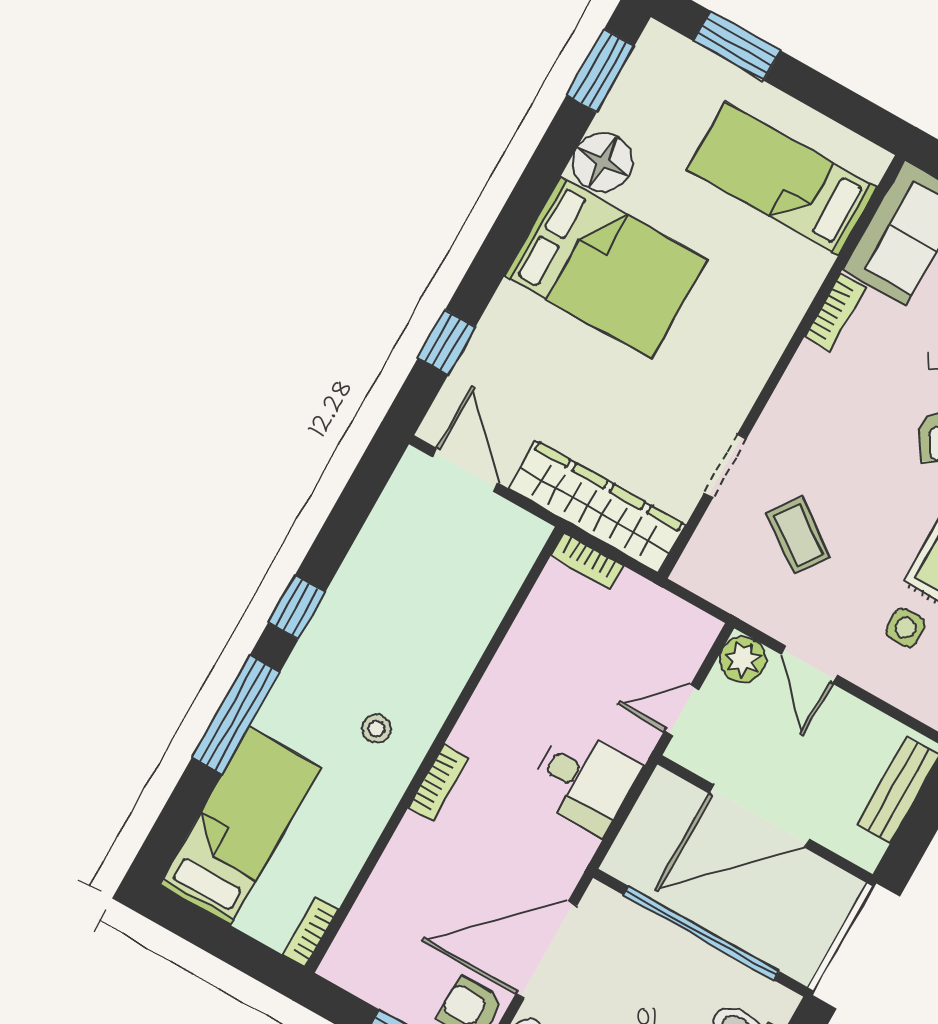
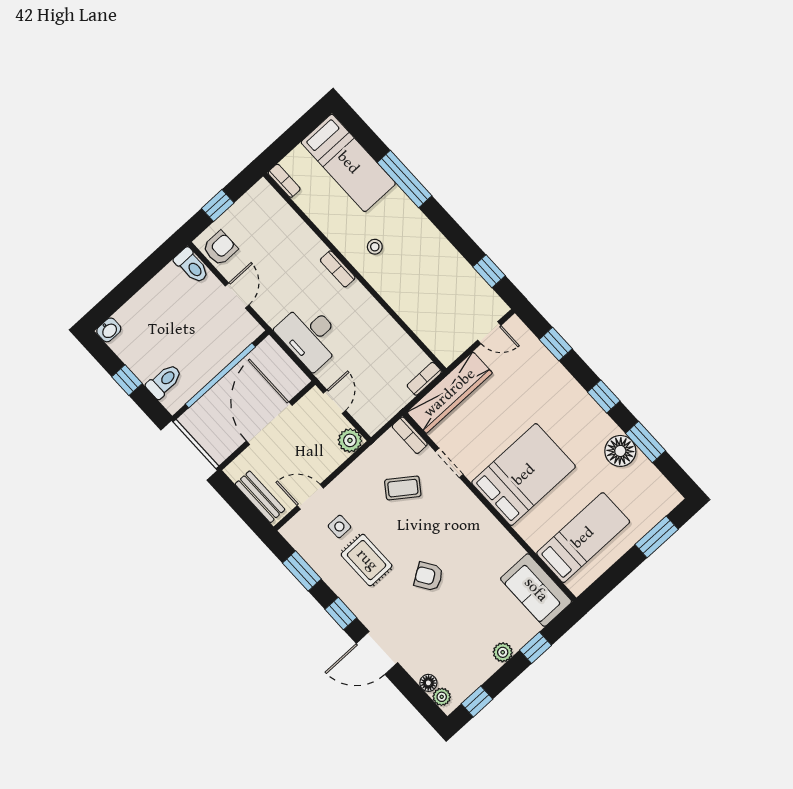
window: (600, 71) -> (645, 442), moved
window: (513, 225) -> (604, 396), added
bed: (606, 268) -> (524, 475), moved, turned 180
bookcase: (835, 312) -> (410, 435), moved
door: (465, 470) -> (489, 333), width x0.73
window: (297, 607) -> (489, 271), moved
door: (809, 665) -> (310, 497), moved
desk: (584, 780) -> (310, 336), width x1.37
door: (546, 950) -> (237, 295), width x0.53

